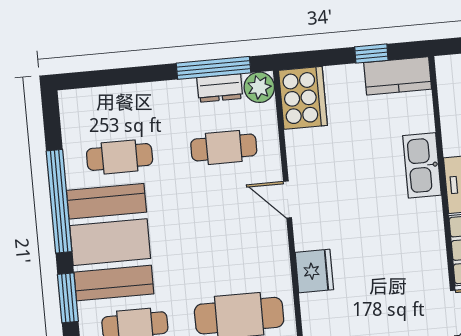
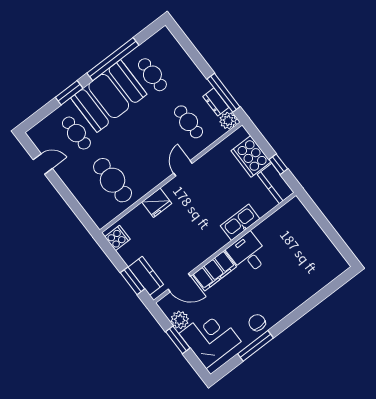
cooker: (303, 98) -> (251, 156), moved, turned 90

